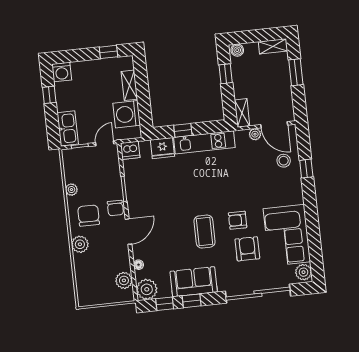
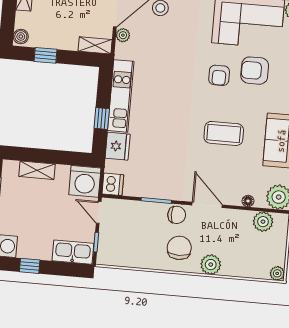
washing machine: (127, 114) -> (85, 181), moved
plant: (71, 190) -> (277, 273), moved
chair: (89, 216) -> (179, 248), turned 90
coffee table: (204, 232) -> (224, 133), moved

